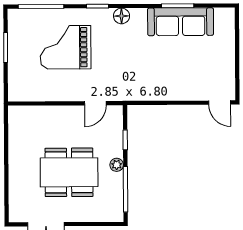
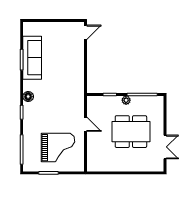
grand piano: (66, 47) -> (58, 148), moved, turned -90
door: (95, 103) -> (85, 124), moved
dining table: (69, 172) -> (131, 132), turned 90

